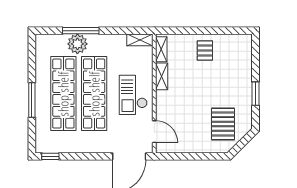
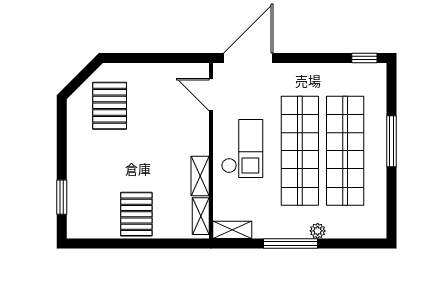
window: (81, 31) -> (291, 243), moved
plant: (77, 44) -> (318, 231), width x0.53, depth x0.53
pallet: (205, 51) -> (136, 214), width x1.50, depth x1.42
window: (255, 94) -> (62, 197), moved

